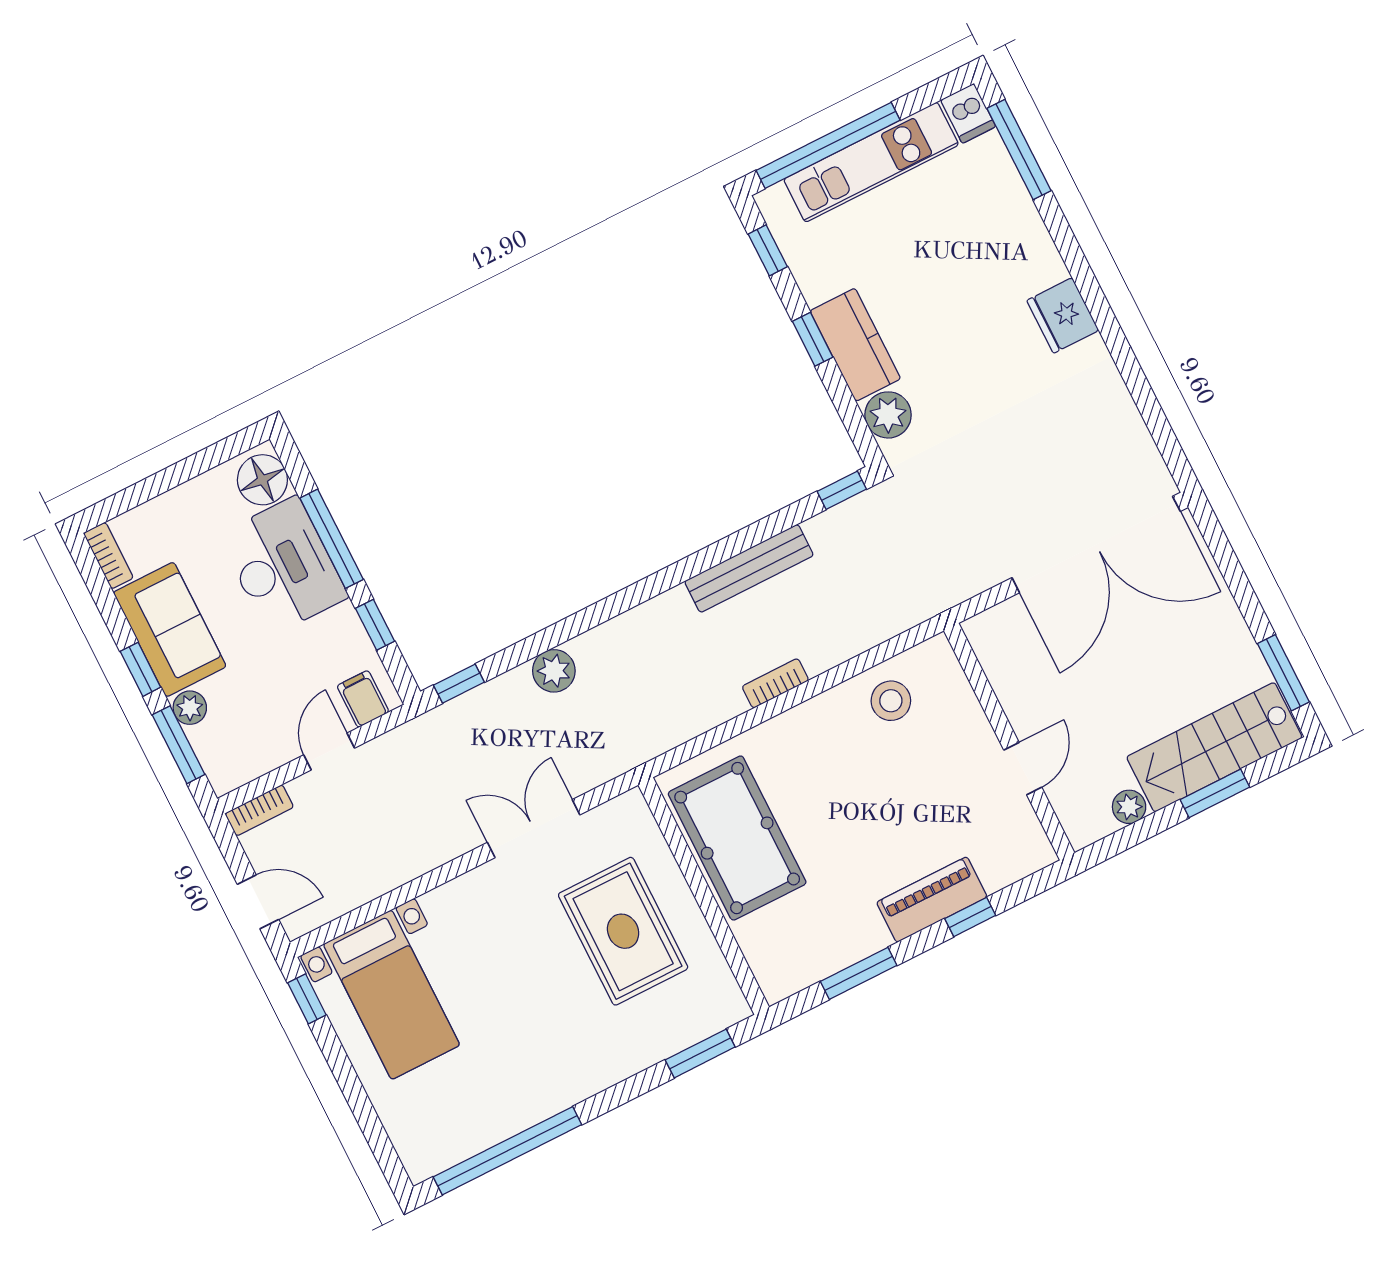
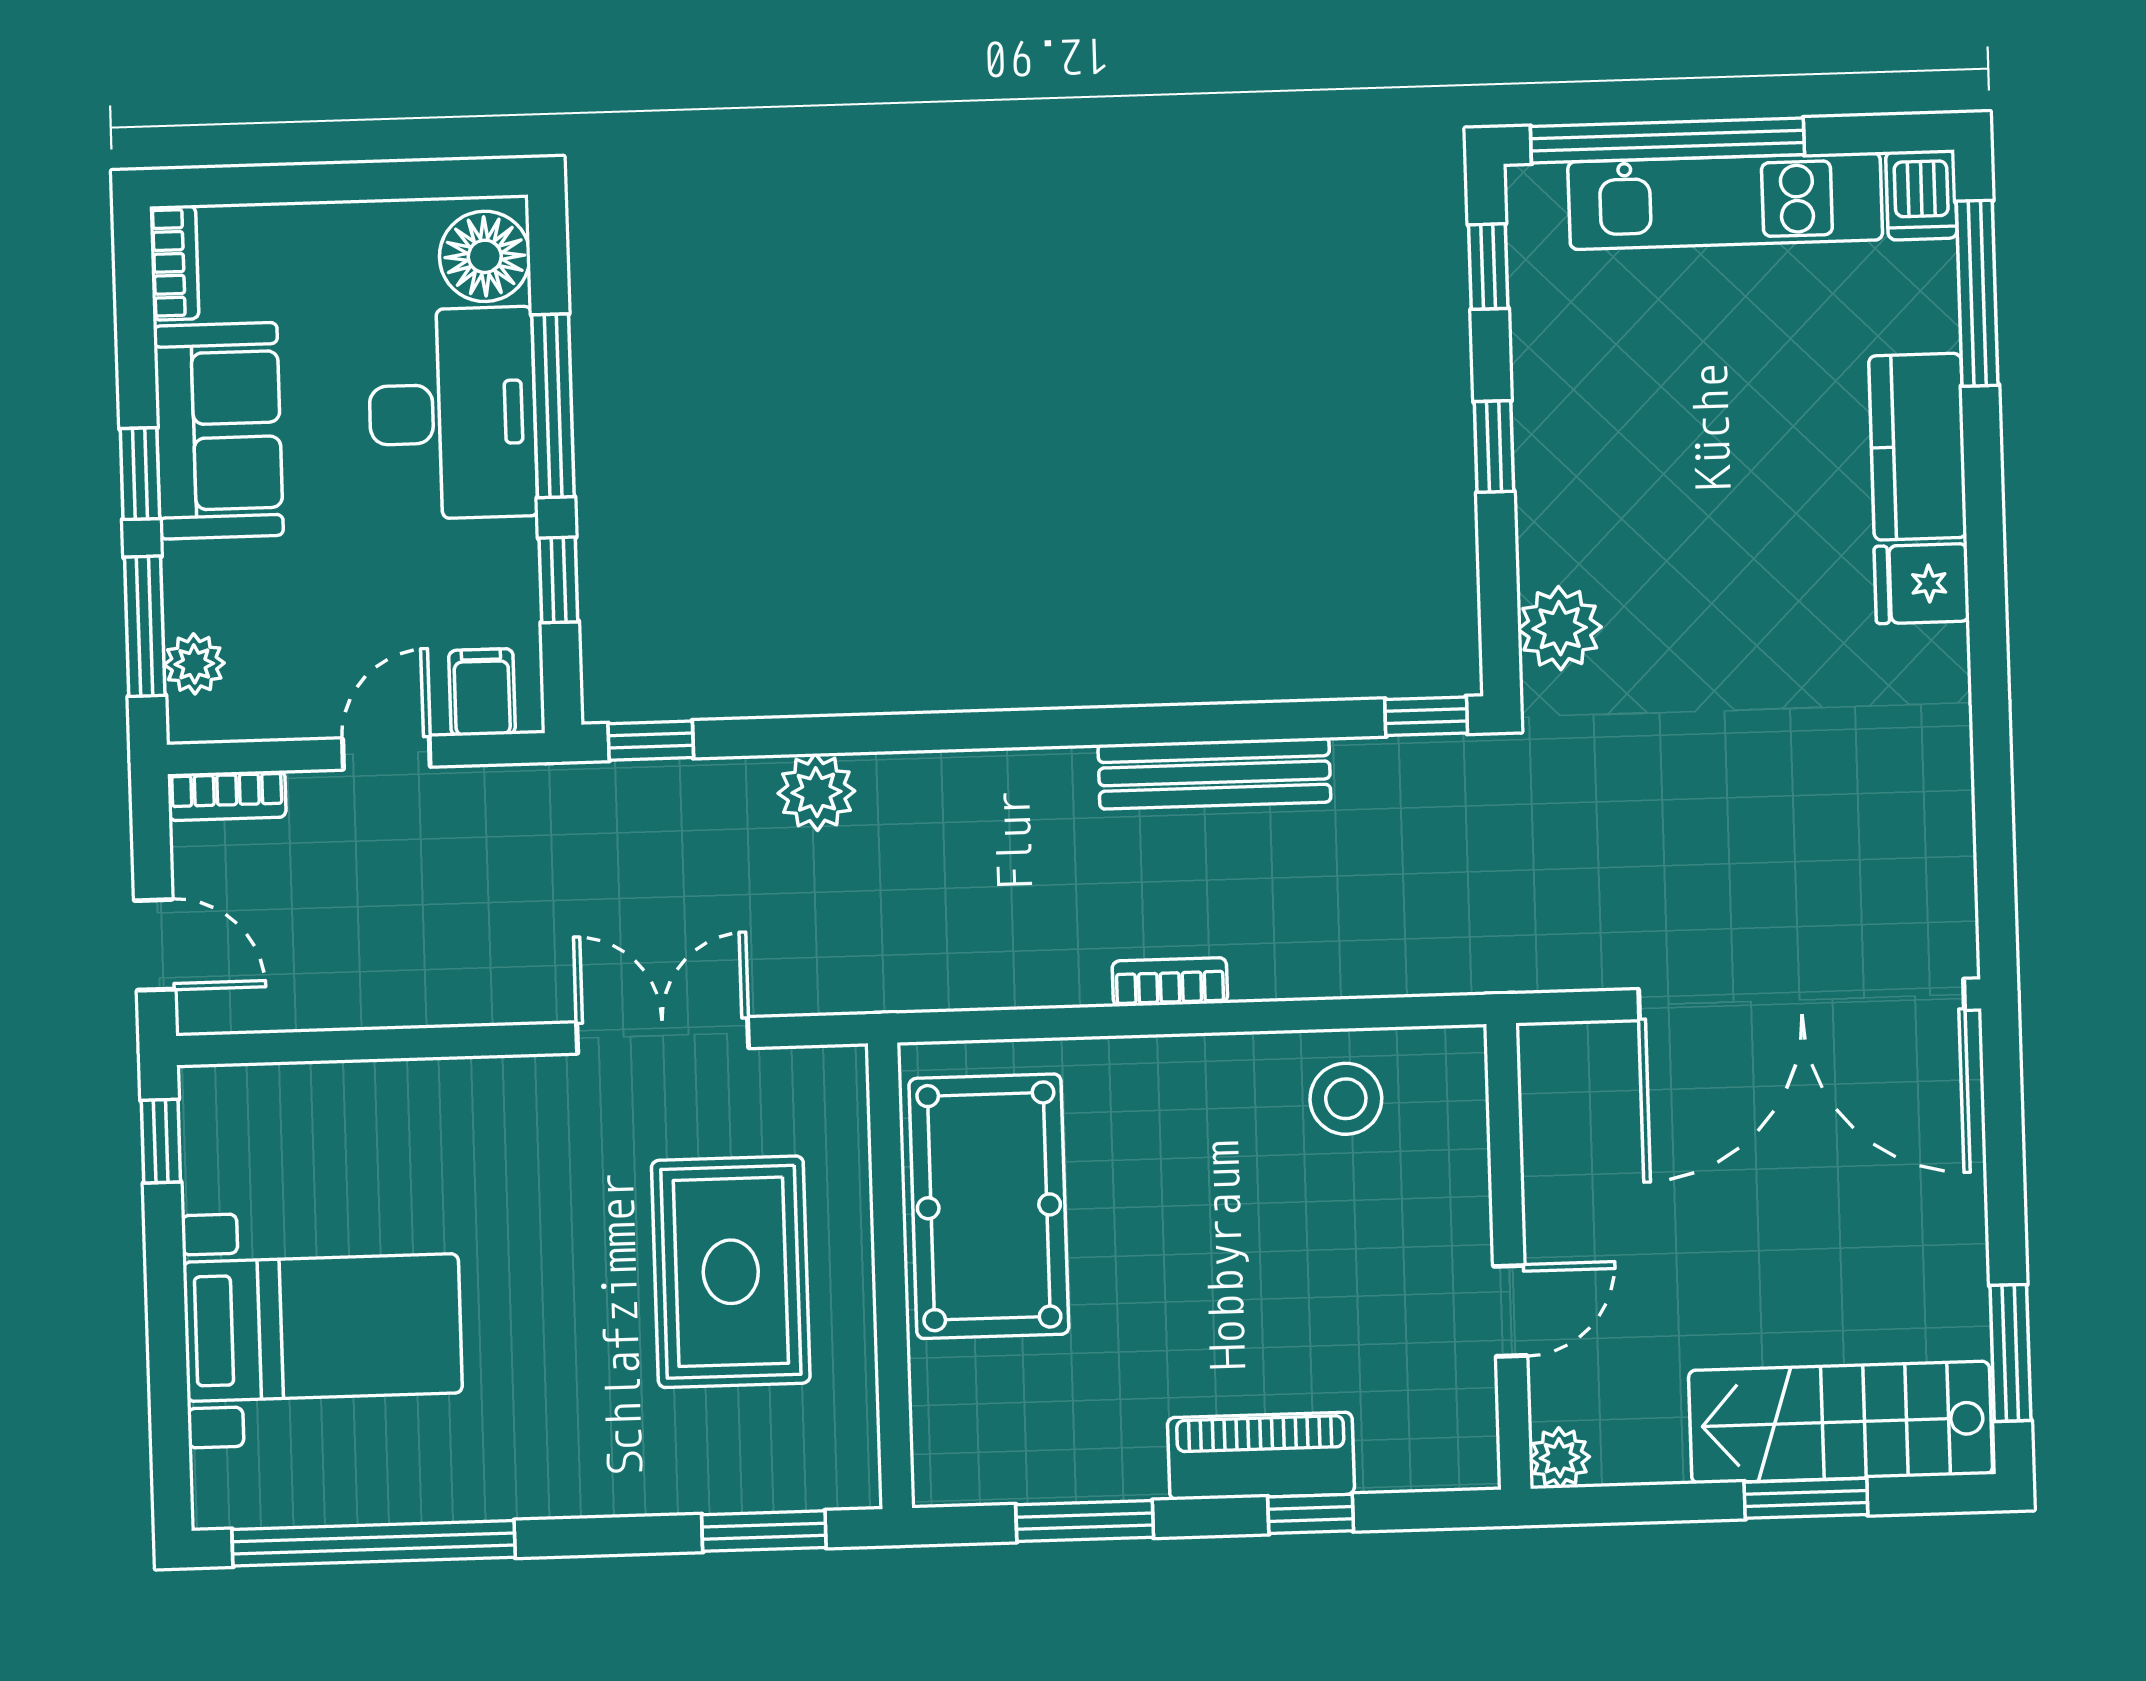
fridge: (1063, 315) -> (1922, 584), width x0.72
kitchen counter: (855, 345) -> (1918, 447), moved, turned 180
plant: (190, 708) -> (194, 664), moved
plant: (1129, 807) -> (1559, 1458), moved
bed with nightstands: (392, 995) -> (323, 1328), moved, turned -90

